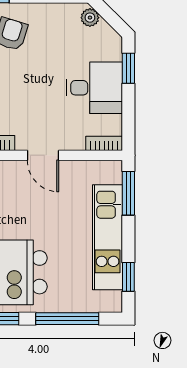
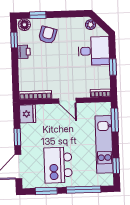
window: (128, 68) -> (113, 67), moved
desk: (94, 88) -> (94, 51), moved

